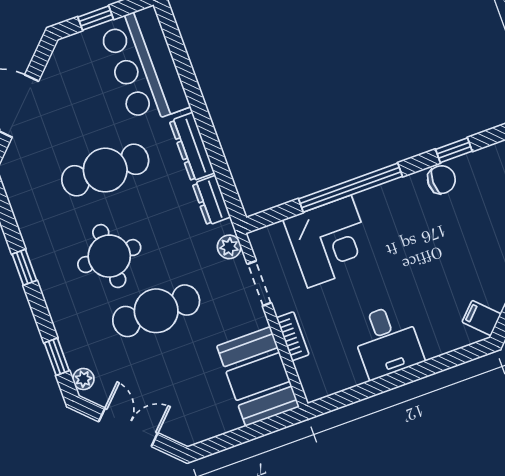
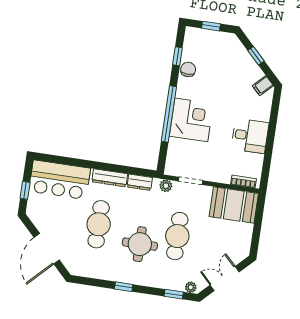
corner desk: (329, 241) -> (191, 120), moved
bookcase: (293, 336) -> (243, 182), moved

